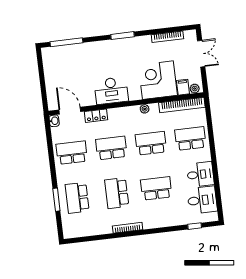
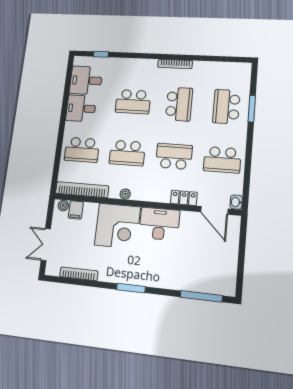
corner desk: (158, 80) -> (118, 226), moved
school desk: (111, 148) -> (174, 156), turned 180
school desk: (77, 198) -> (226, 107), turned 180

